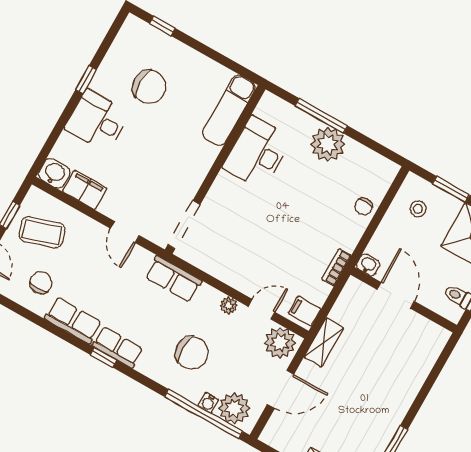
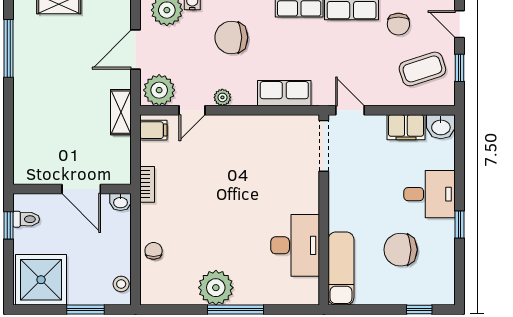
exam couch: (229, 110) -> (341, 268), moved
desk: (257, 153) -> (295, 245), moved
wall: (215, 169) -> (324, 210), moved
stool: (418, 209) -> (121, 284), moved
doorway: (184, 225) -> (324, 146), moved

